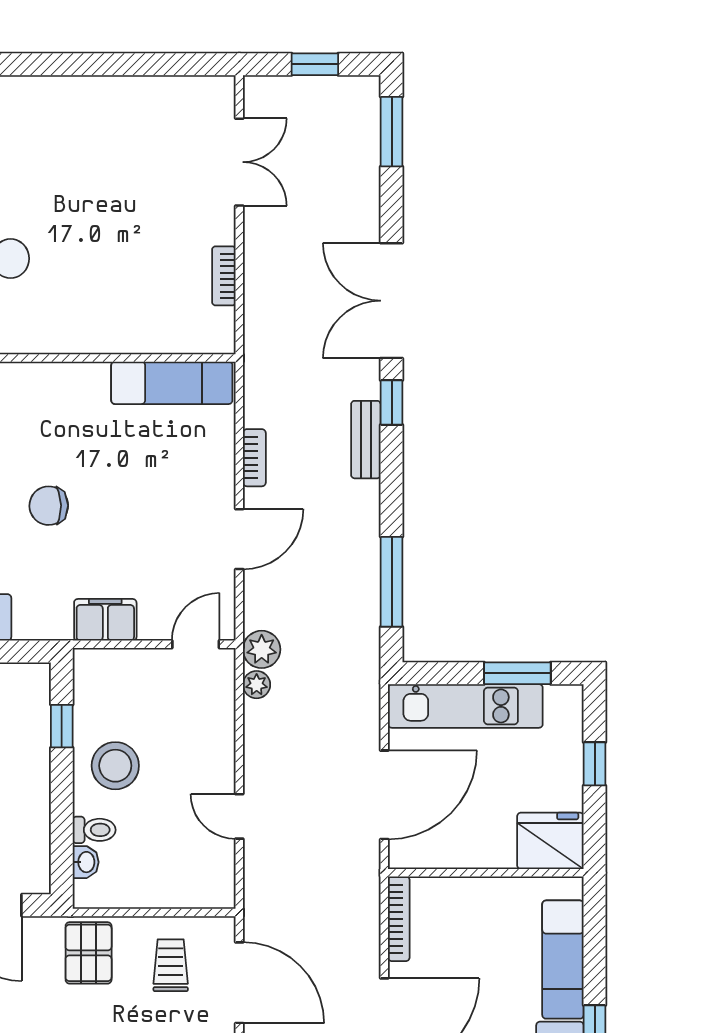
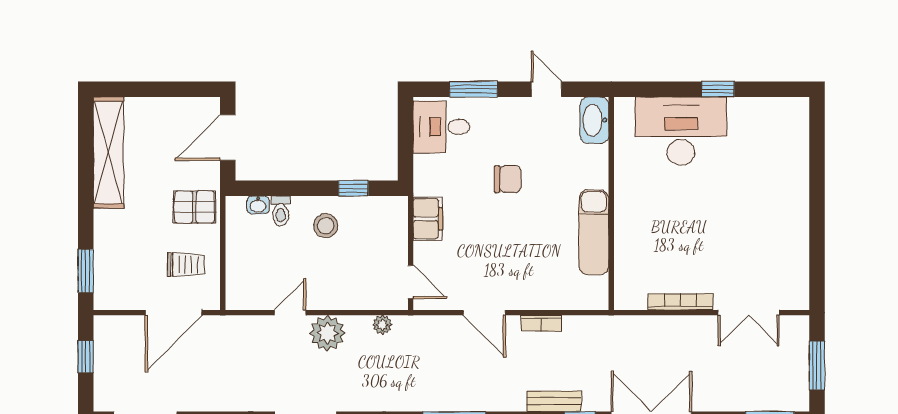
window: (315, 64) -> (817, 366), width x1.50
bookcase: (224, 276) -> (680, 302), width x1.56
exam couch: (172, 383) -> (594, 232), moved
chair: (49, 506) -> (508, 179), turned 91
plant: (262, 649) -> (327, 333), moved, width x1.36, depth x1.36
stool: (115, 766) -> (326, 226), width x0.73, depth x0.73

